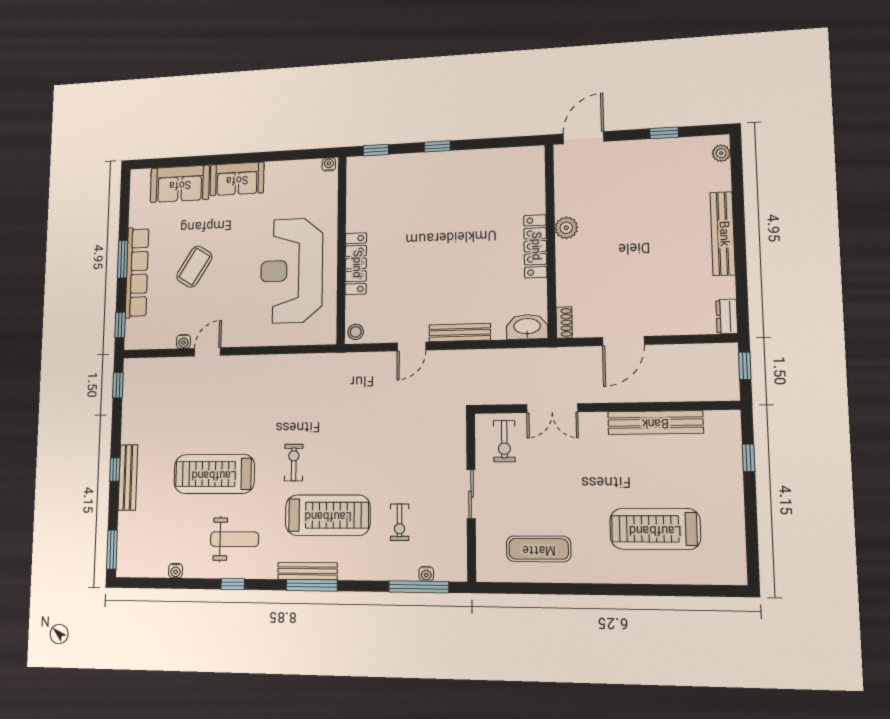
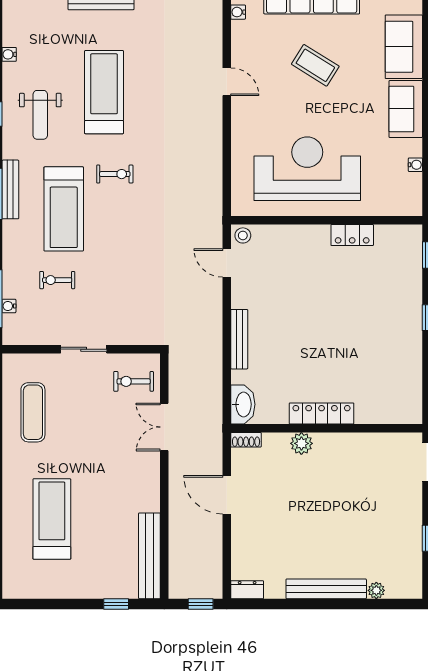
plant: (721, 153) -> (376, 590), moved
water cooler: (329, 164) -> (415, 165), moved
plant: (566, 228) -> (301, 443), moved
locker: (356, 264) -> (352, 235), moved, width x0.66
water cooler: (183, 341) -> (238, 12), moved
door: (411, 347) -> (227, 263), moved
bench: (655, 422) -> (149, 556), moved

